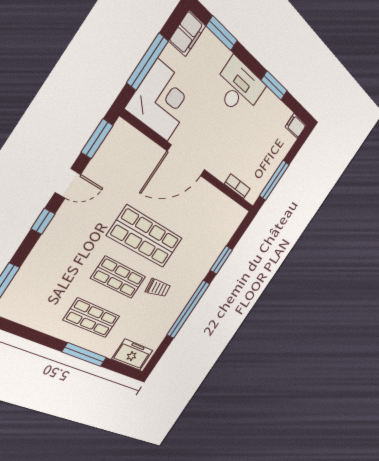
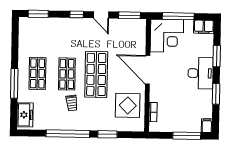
window: (222, 33) -> (217, 56), moved
window: (274, 180) -> (187, 136), moved
display table: (209, 215) -> (128, 105), added

